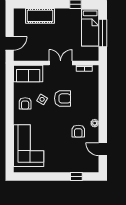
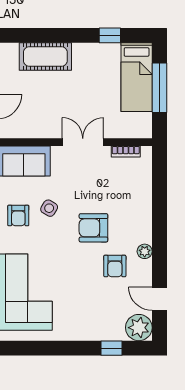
armchair: (63, 98) -> (93, 228), moved, turned 180
plant: (91, 165) -> (139, 328), added

